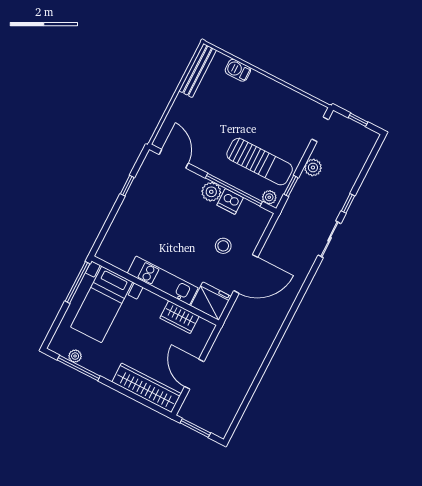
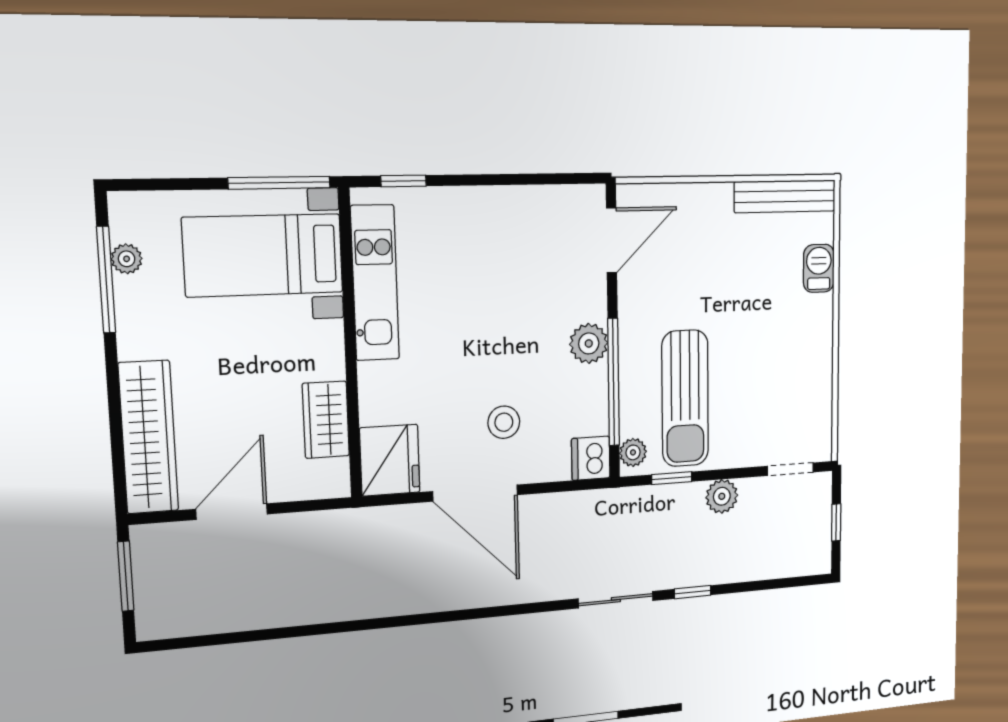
window: (127, 186) -> (403, 181), moved
dishwasher: (230, 201) -> (591, 458), moved
kitchen unit: (163, 281) -> (375, 283), moved

